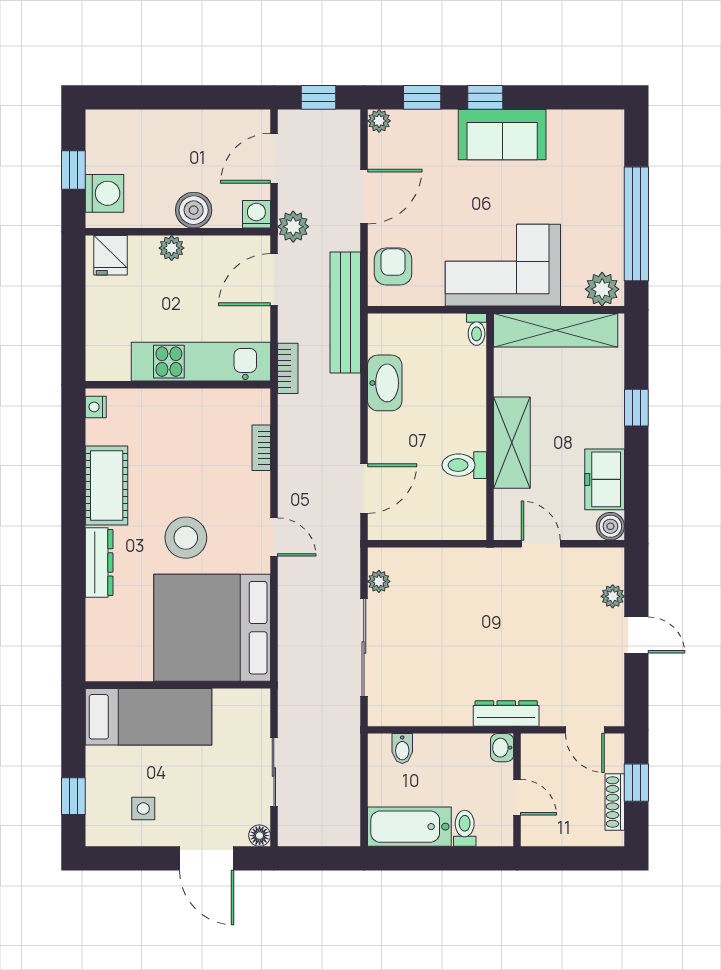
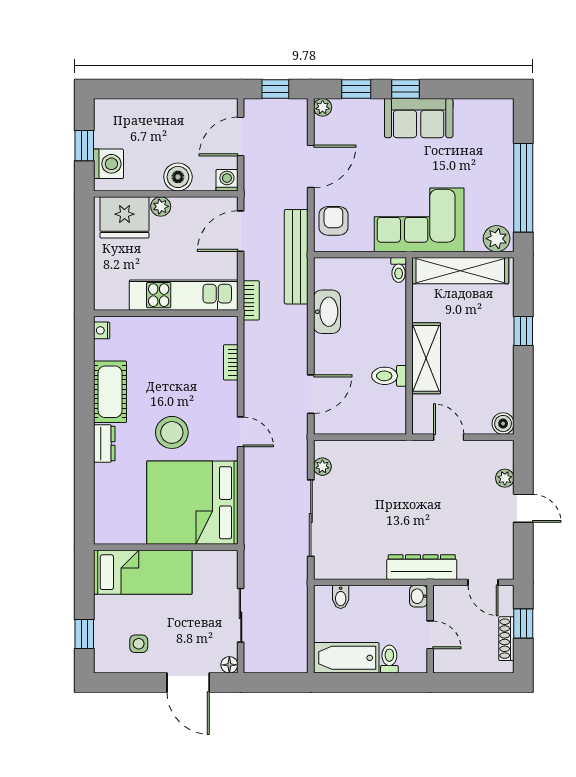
plant: (293, 227) -> (256, 190), removed
fridge: (110, 255) -> (125, 217), width x1.88, depth x1.34
freezer: (605, 479) -> (499, 387), removed
dresser: (99, 562) -> (104, 443), width x0.70
dresser: (506, 713) -> (422, 567), width x1.37, depth x1.24

